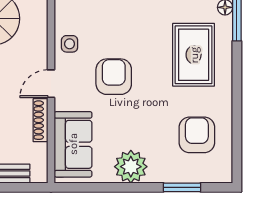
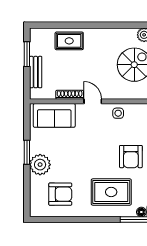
armchair: (114, 77) -> (131, 157), moved, turned 90
plant: (131, 167) -> (40, 165), moved
window: (182, 187) -> (27, 152), moved

